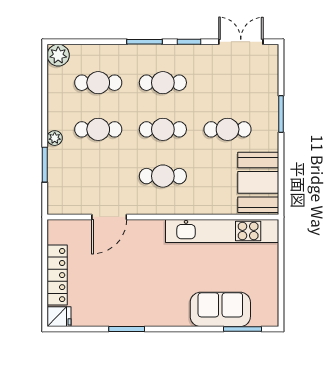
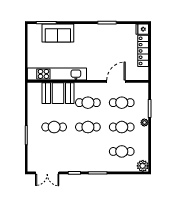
cafe table: (163, 83) -> (122, 103), moved
booth: (258, 182) -> (58, 93), moved, turned 90

